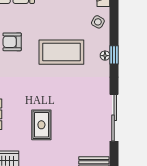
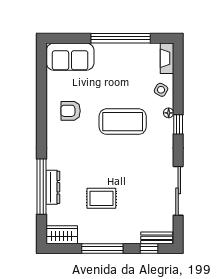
floor lamp: (105, 56) -> (169, 113), moved
rug: (41, 125) -> (101, 198), turned 90

